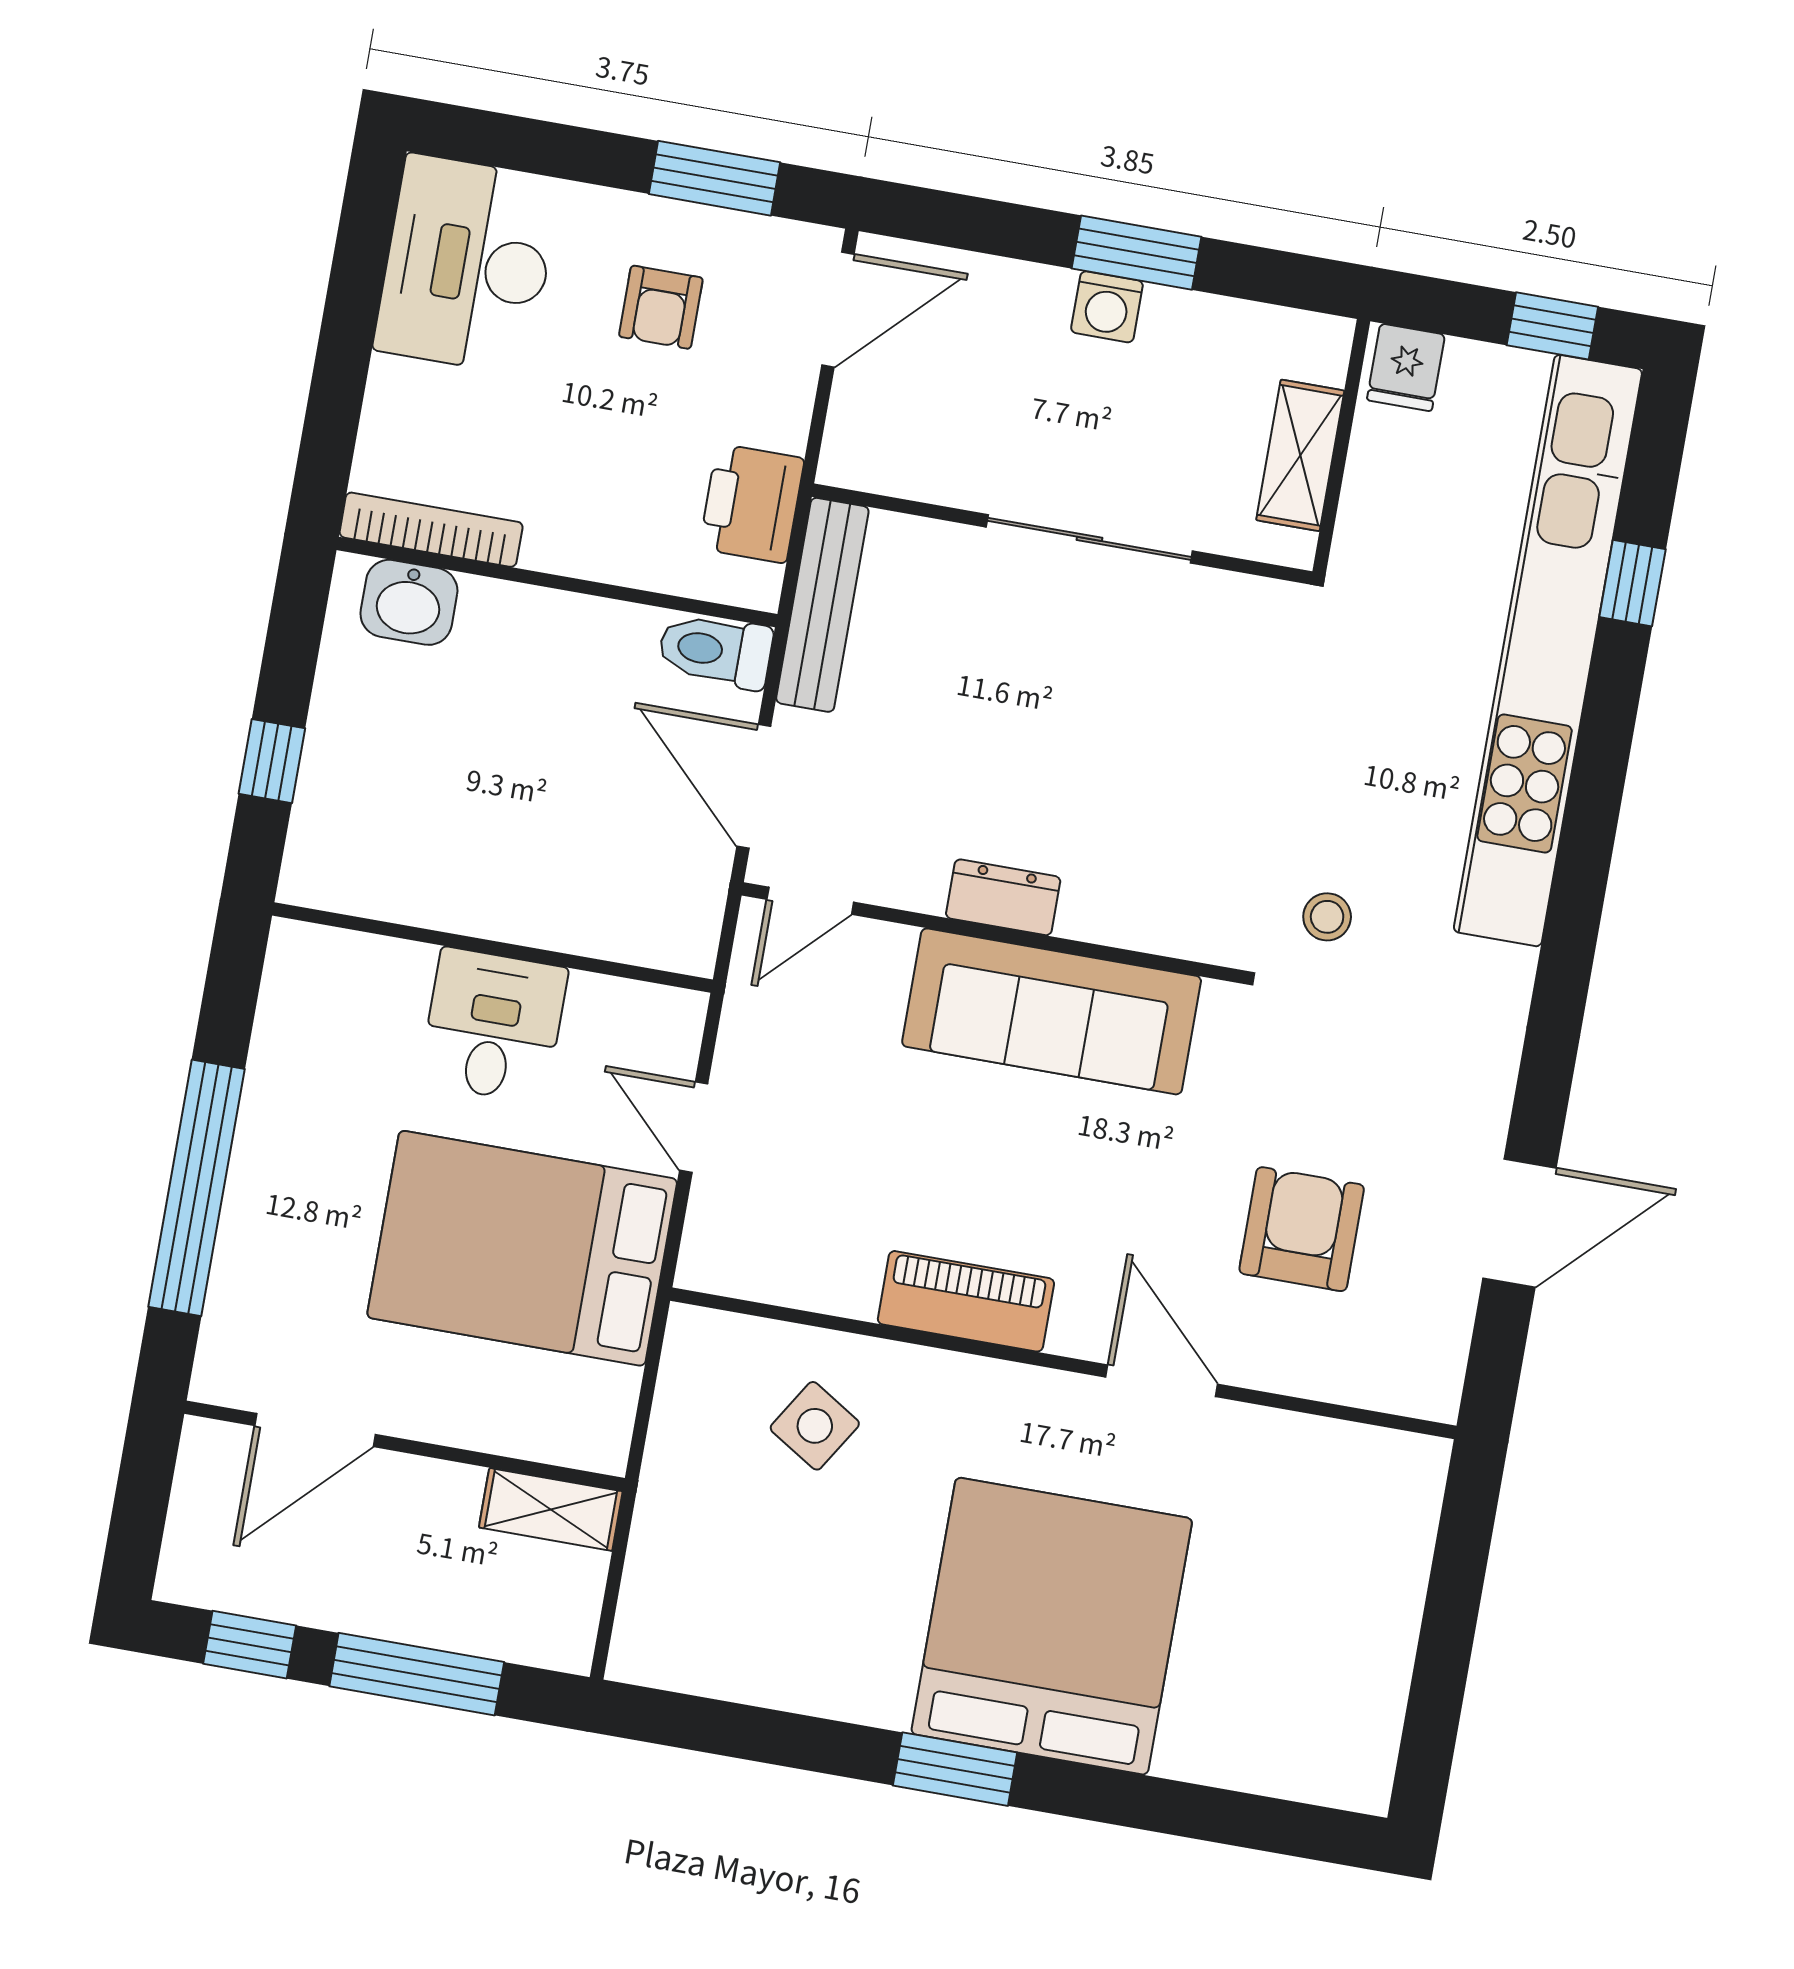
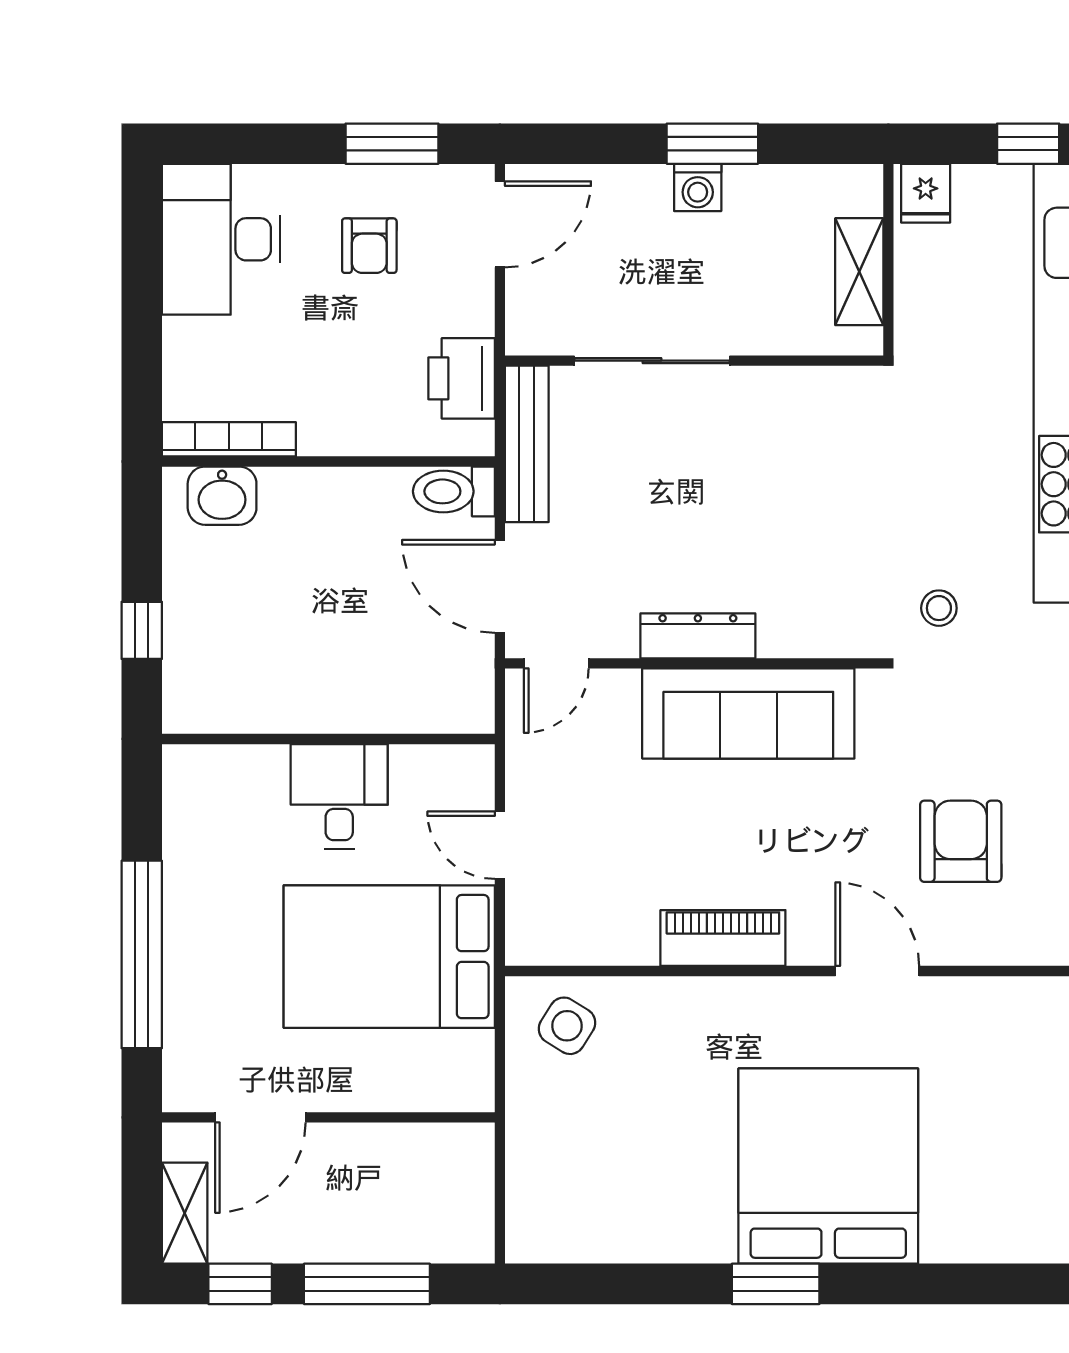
sliding door: (1089, 539) -> (652, 361), moved
dresser: (1003, 897) -> (698, 636), width x1.44
side table: (815, 1426) -> (567, 1026), moved
shelving: (551, 1509) -> (185, 1213), moved, turned 90

